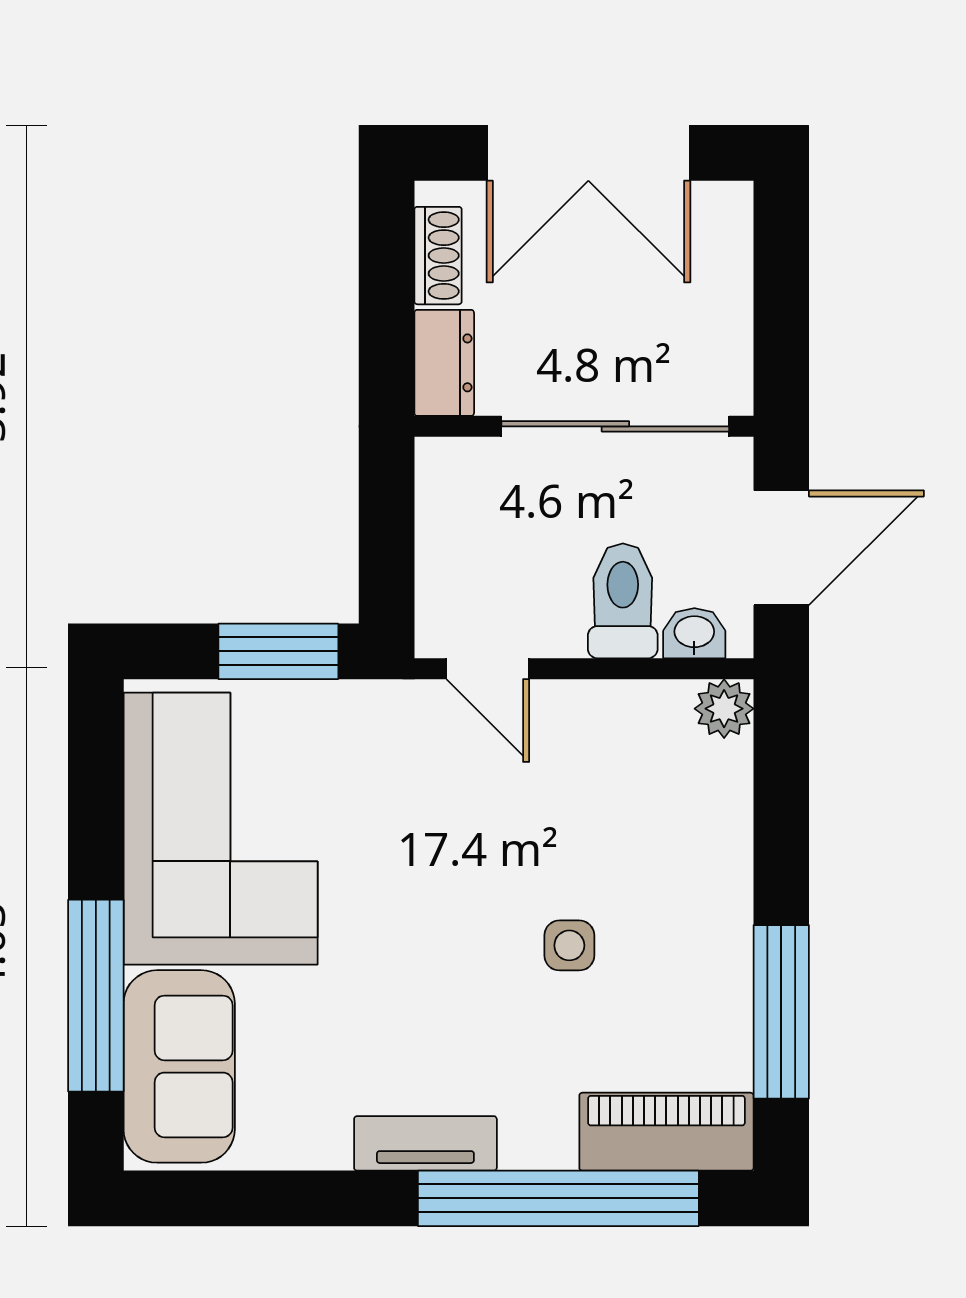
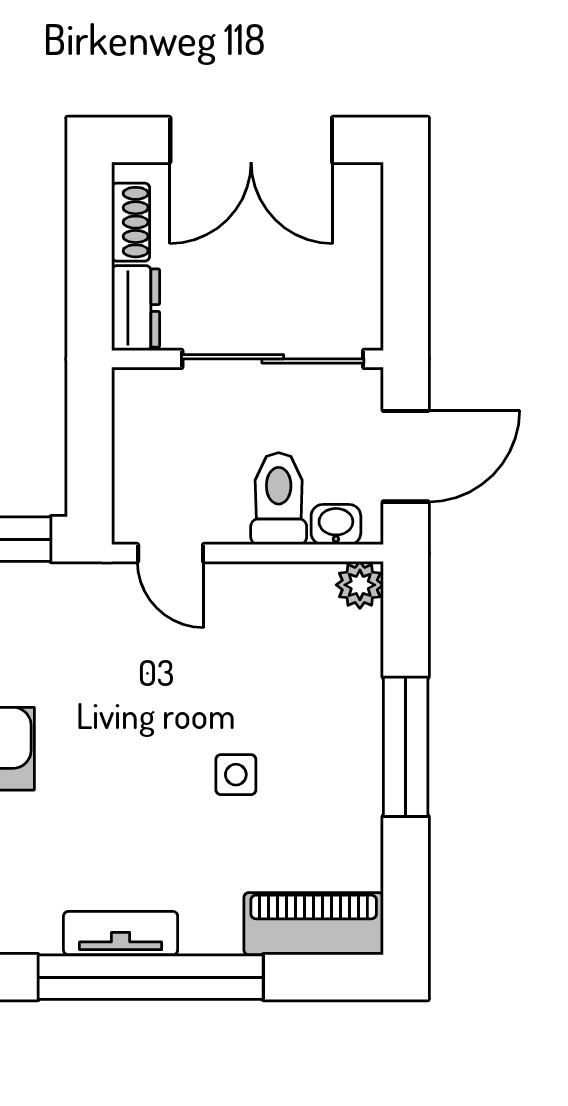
window: (781, 1012) -> (406, 747), moved
window: (558, 1198) -> (151, 977), moved

